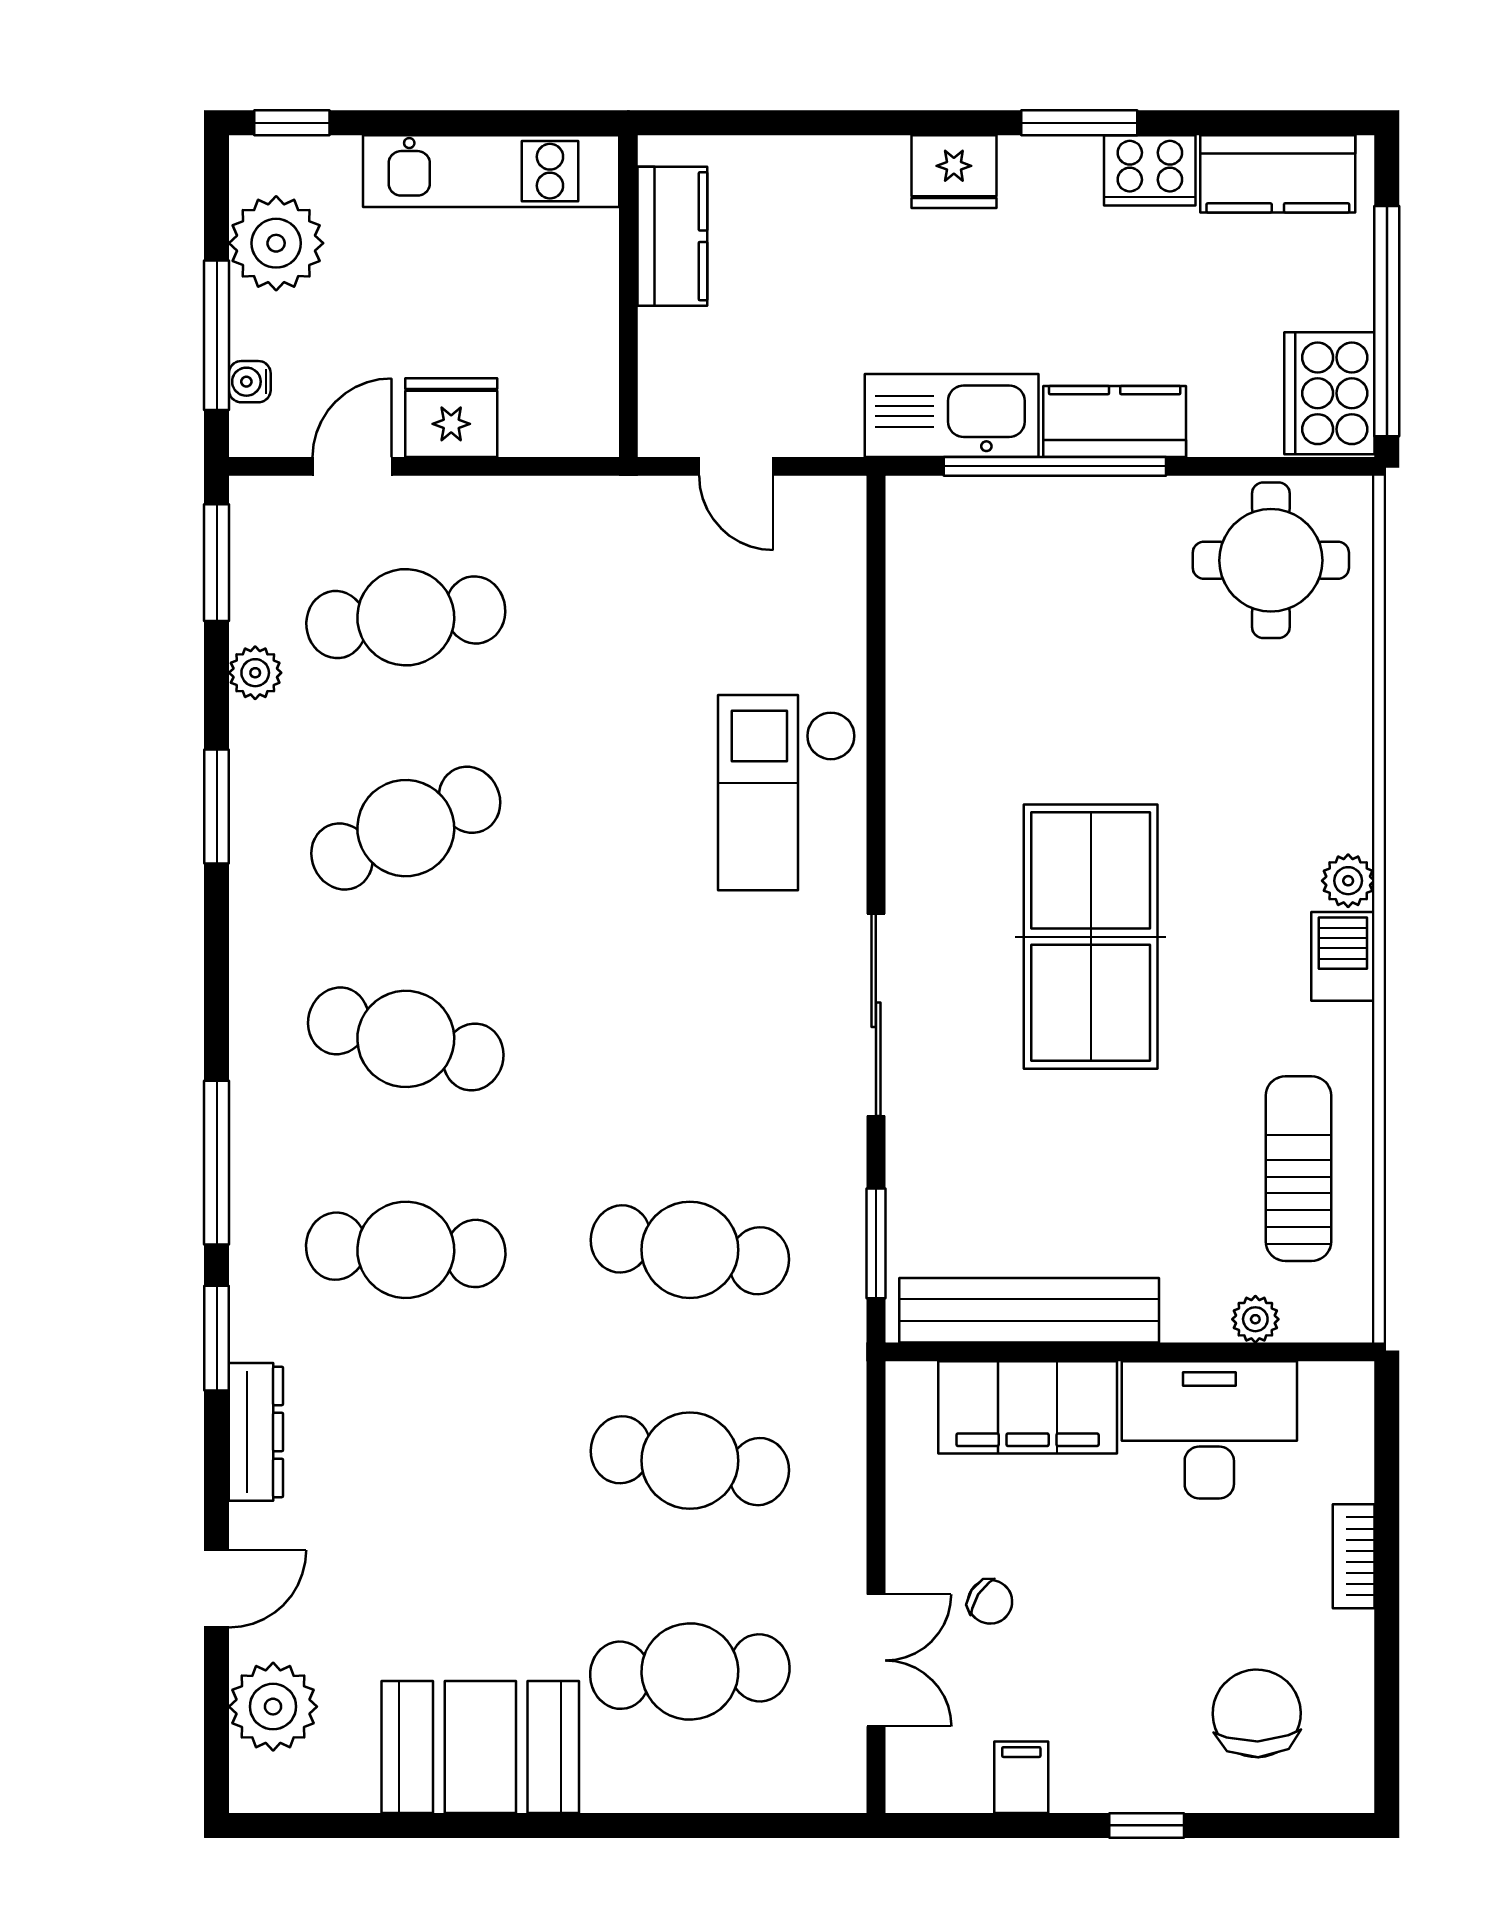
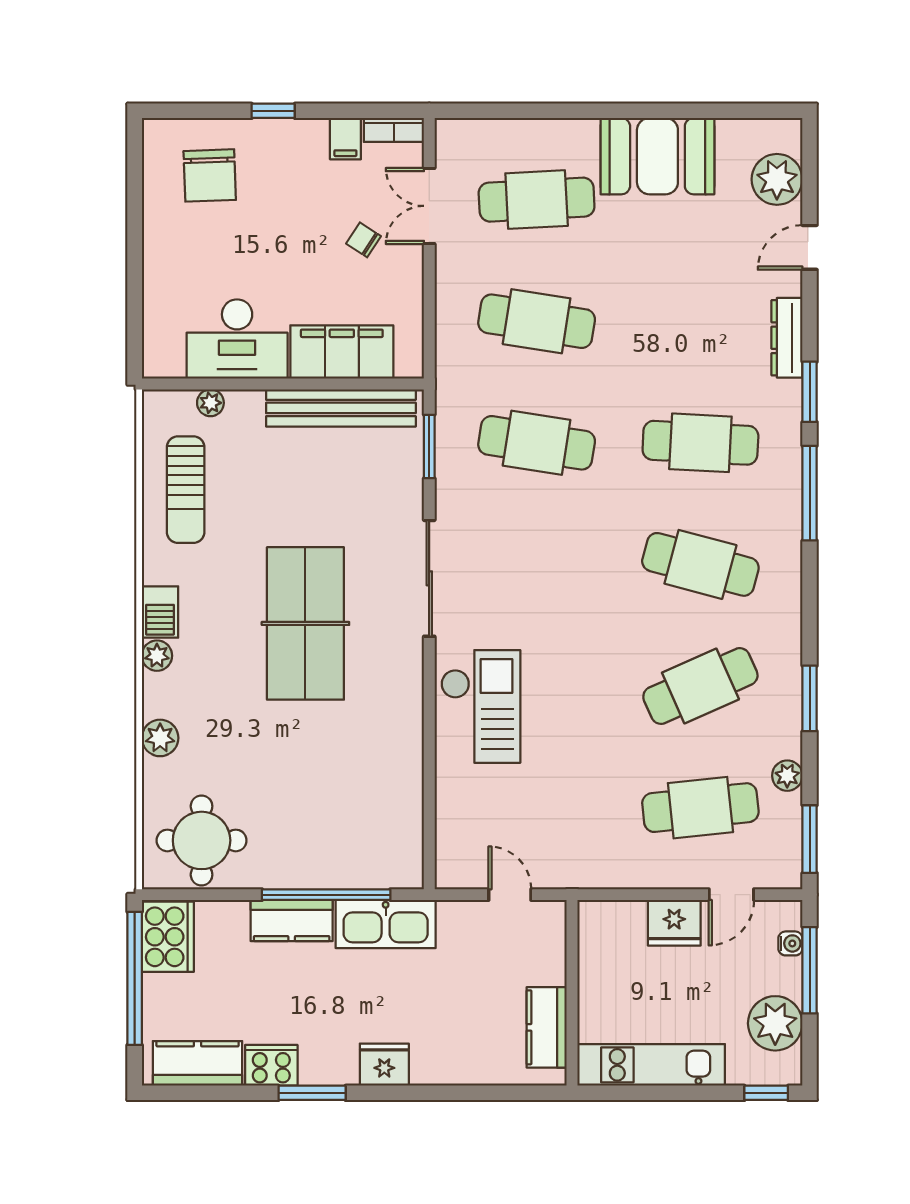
plant: (1343, 738) -> (160, 738), added
bookcase: (1354, 1556) -> (394, 130), moved, turned 90

